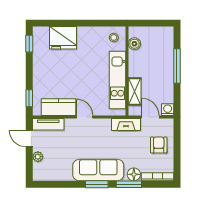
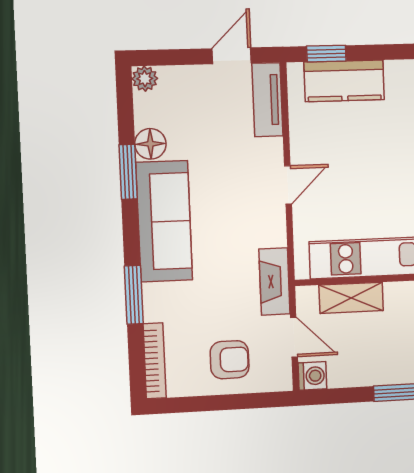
kitchen counter: (59, 107) -> (344, 81), moved, turned 90
door: (150, 117) -> (294, 337), hinge flipped
plant: (38, 157) -> (145, 79), moved
floor lamp: (134, 174) -> (150, 144), moved
window: (97, 184) -> (128, 172), moved

